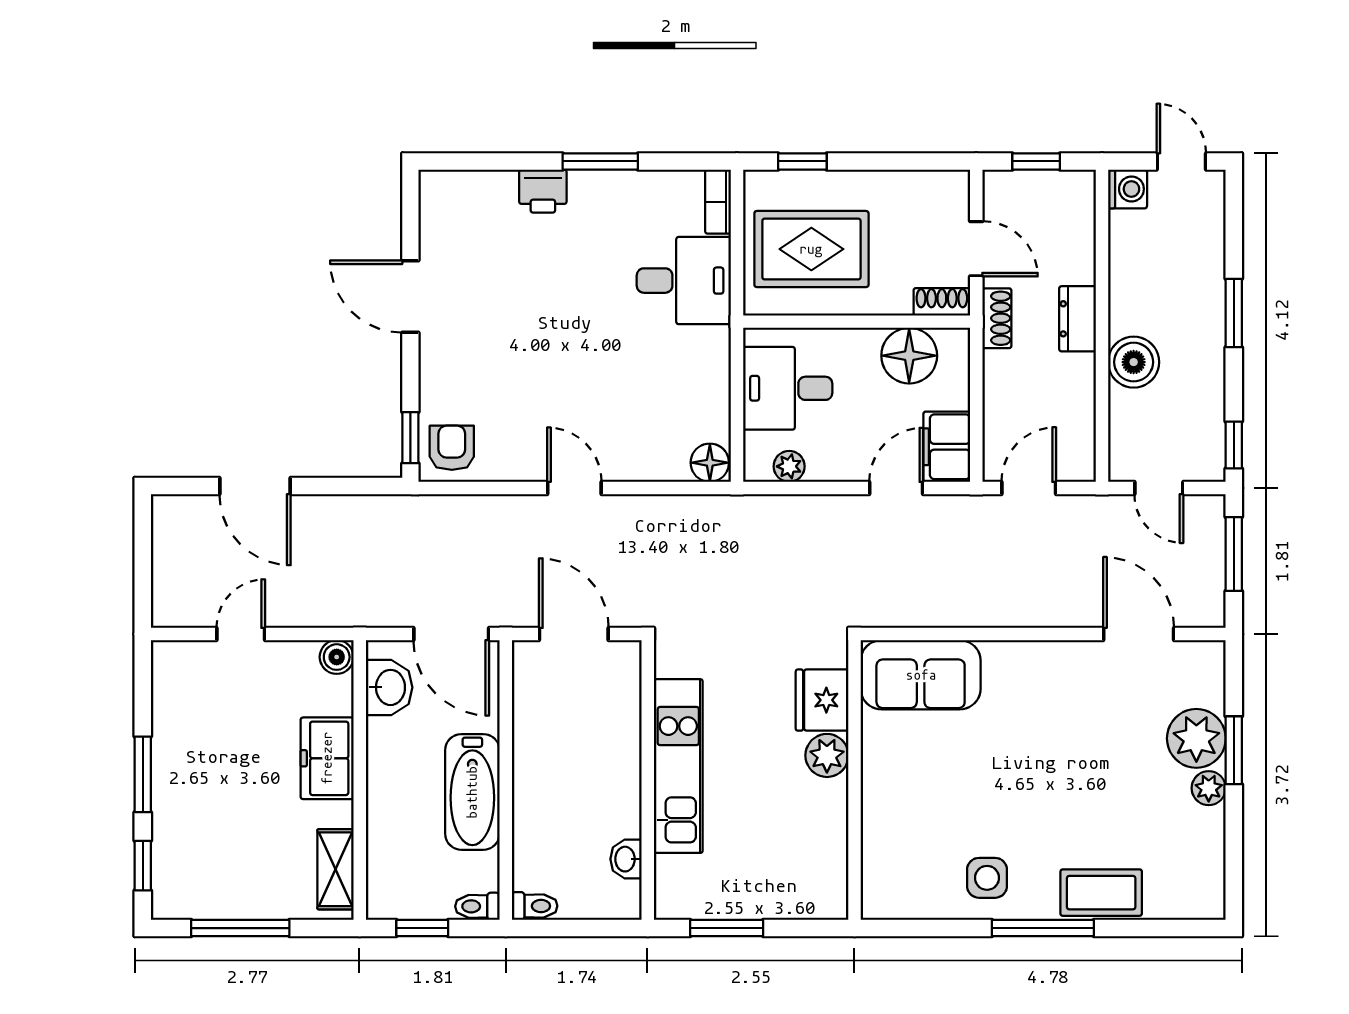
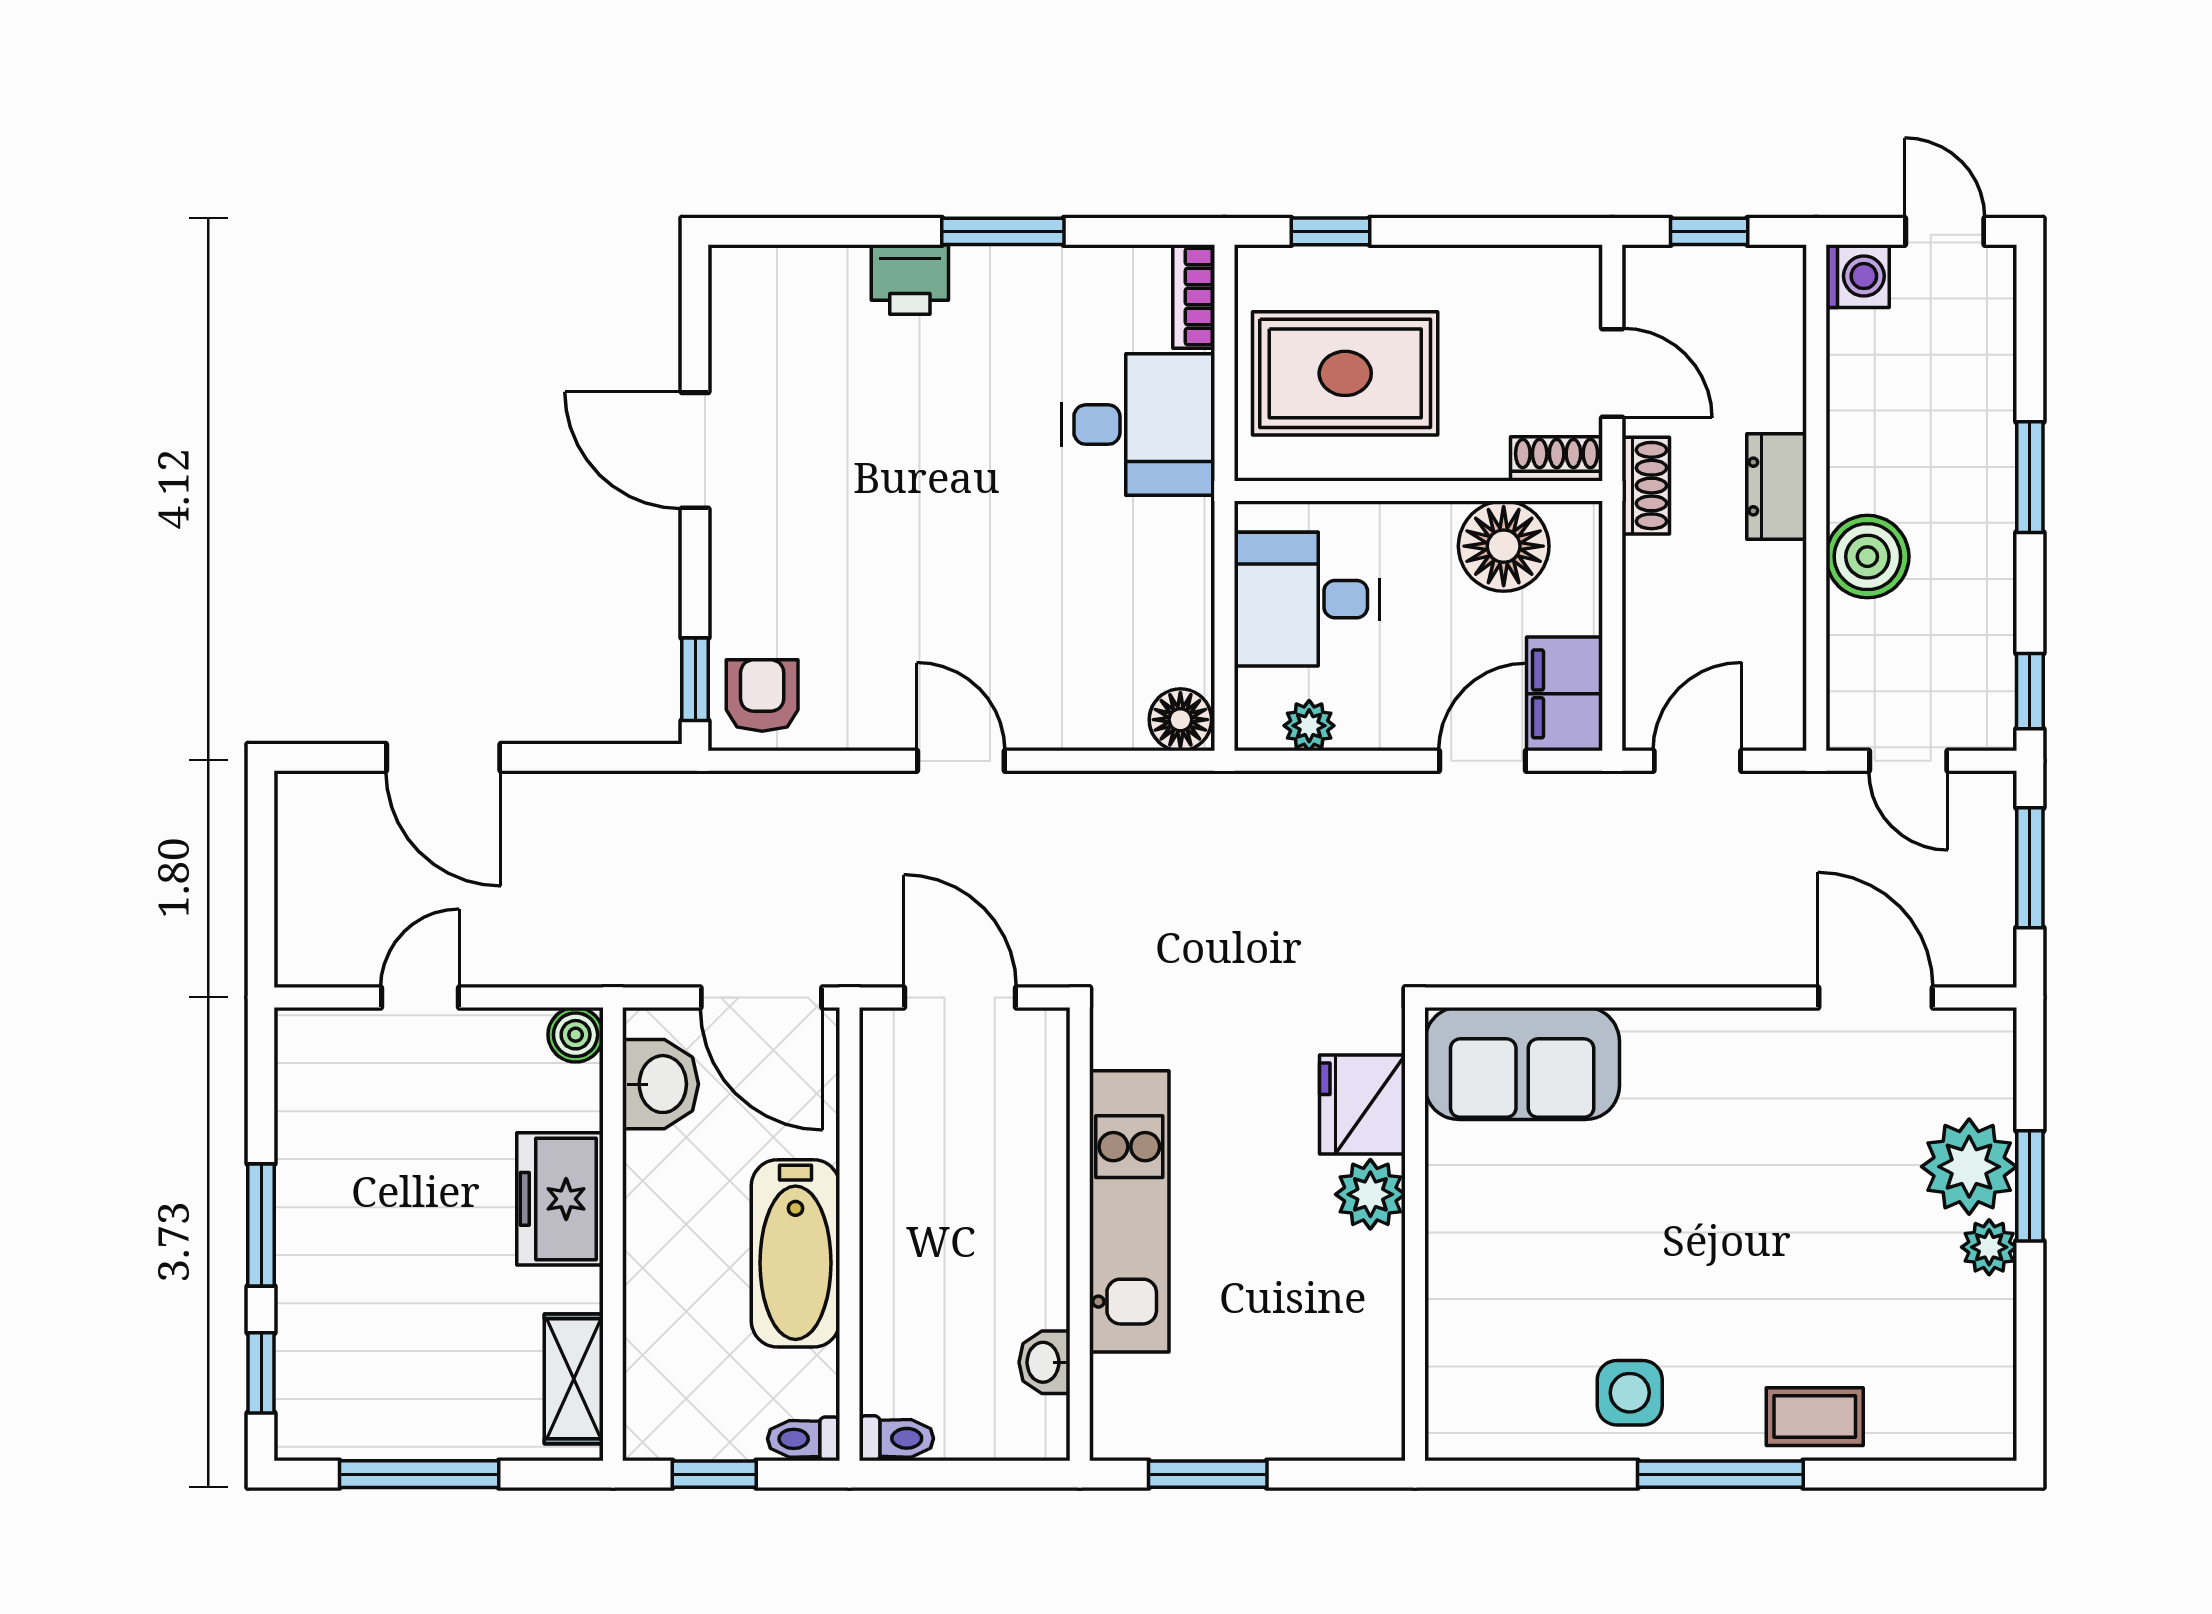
coffee table: (1101, 893) -> (1815, 1417), width x0.73, depth x0.77

